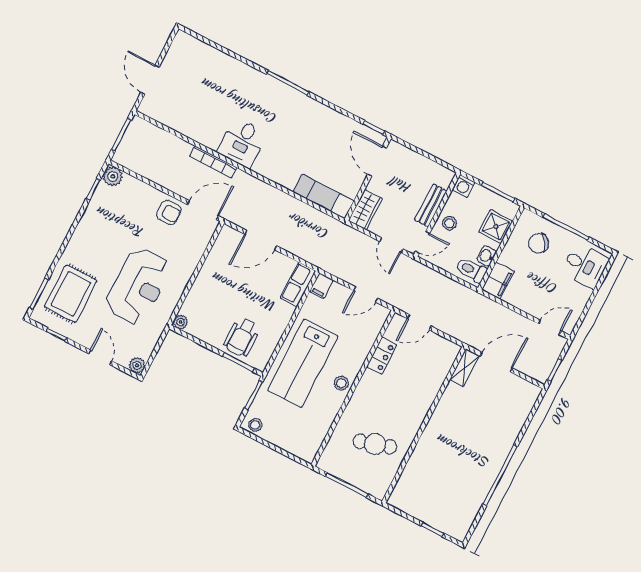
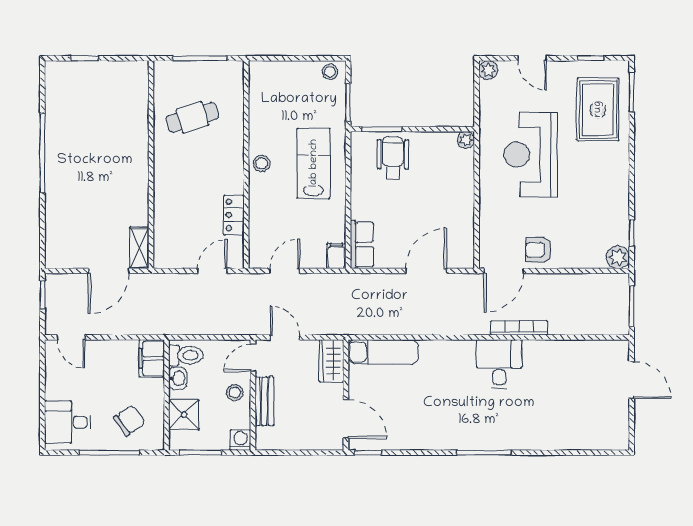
door: (550, 327) -> (71, 337), hinge flipped
lab bench: (303, 363) -> (314, 163), width x0.73, depth x0.72

